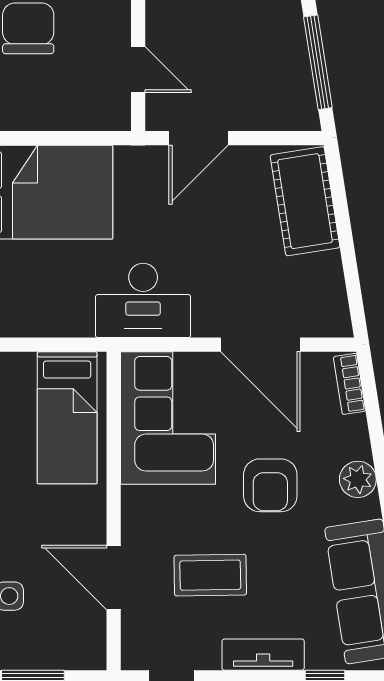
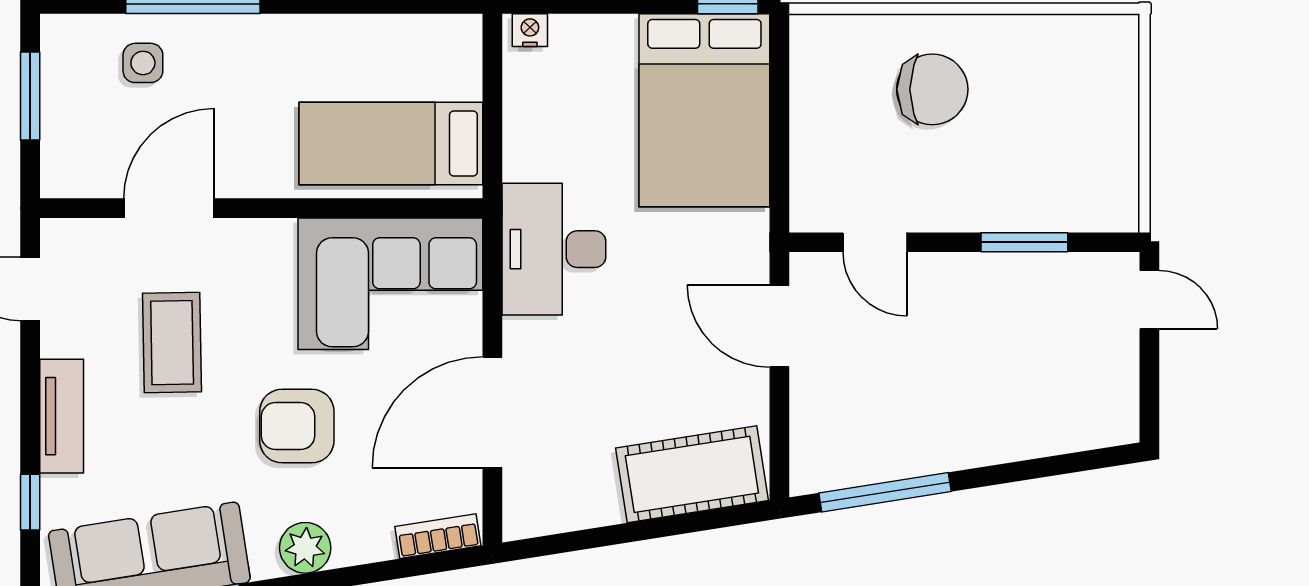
door: (138, 70) -> (875, 242), hinge flipped

